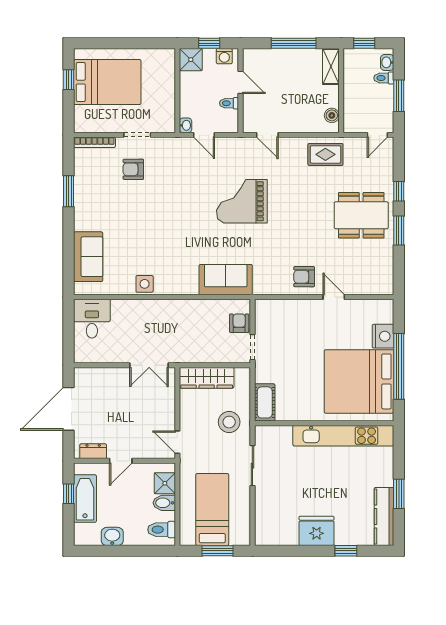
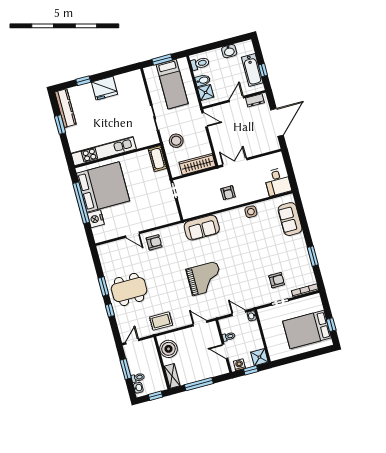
boiler: (332, 115) -> (168, 349), width x1.86, depth x1.86
armchair: (239, 323) -> (228, 193), moved

